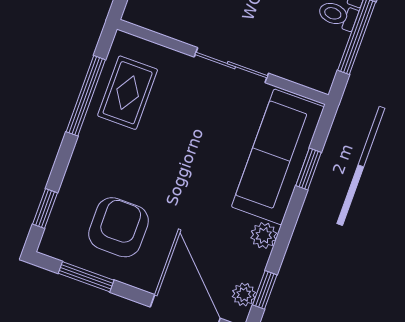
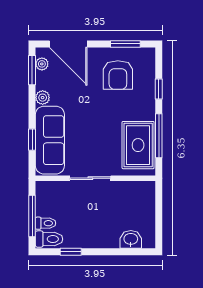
rug: (128, 93) -> (138, 145), width x1.36, depth x1.43
window: (45, 208) -> (159, 89), moved
window: (265, 290) -> (32, 70), width x1.50

